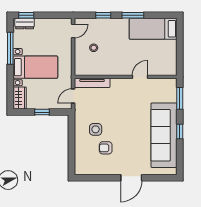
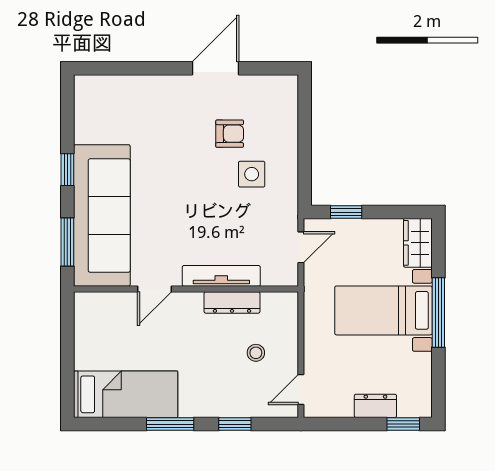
dresser: (25, 24) -> (375, 406), moved
window: (10, 48) -> (438, 313), moved
dresser: (105, 71) -> (232, 302), added
tv unit: (92, 83) -> (221, 276), moved
window: (42, 112) -> (346, 212), moved
sofa: (164, 135) -> (102, 216), moved
door: (131, 178) -> (215, 68), moved

